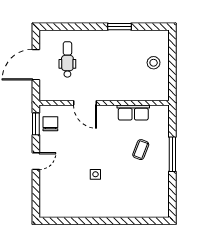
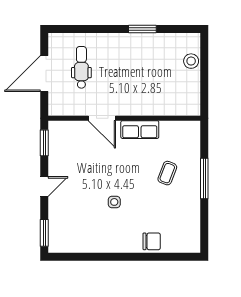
stool: (154, 63) -> (191, 61), moved
row of seats: (133, 112) -> (140, 130), moved
chair: (50, 124) -> (152, 241), moved, turned 90
window: (36, 201) -> (44, 233), added

